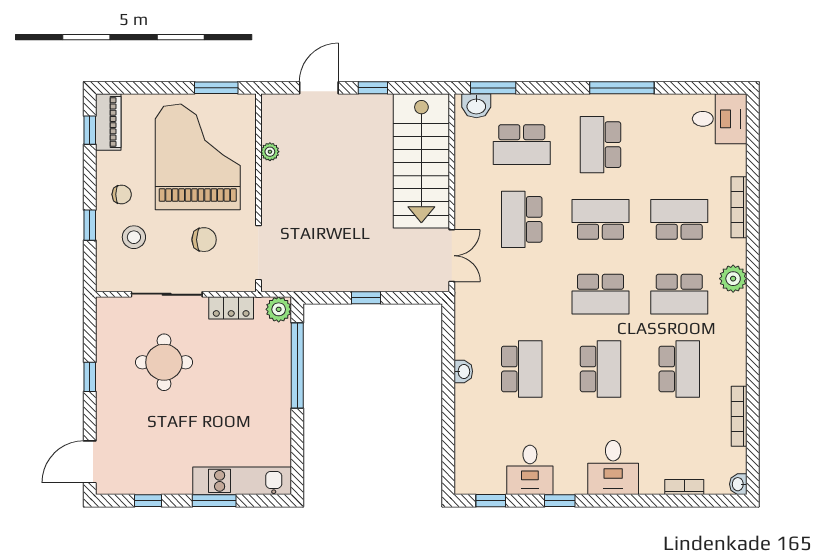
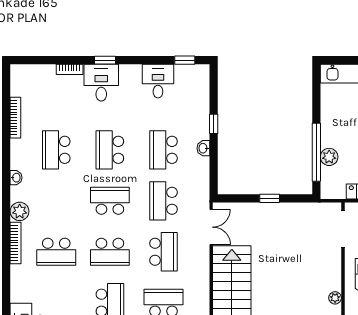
bookcase: (739, 207) -> (16, 243), moved
double door: (452, 256) -> (211, 227), swing flipped
school desk: (679, 294) -> (164, 201), moved, turned -90
plant: (279, 309) -> (329, 157), moved
window: (448, 407) -> (214, 124), added
washbasin: (738, 484) -> (16, 178), moved
bookcase: (684, 487) -> (70, 69), moved
window: (560, 501) -> (105, 60), moved

